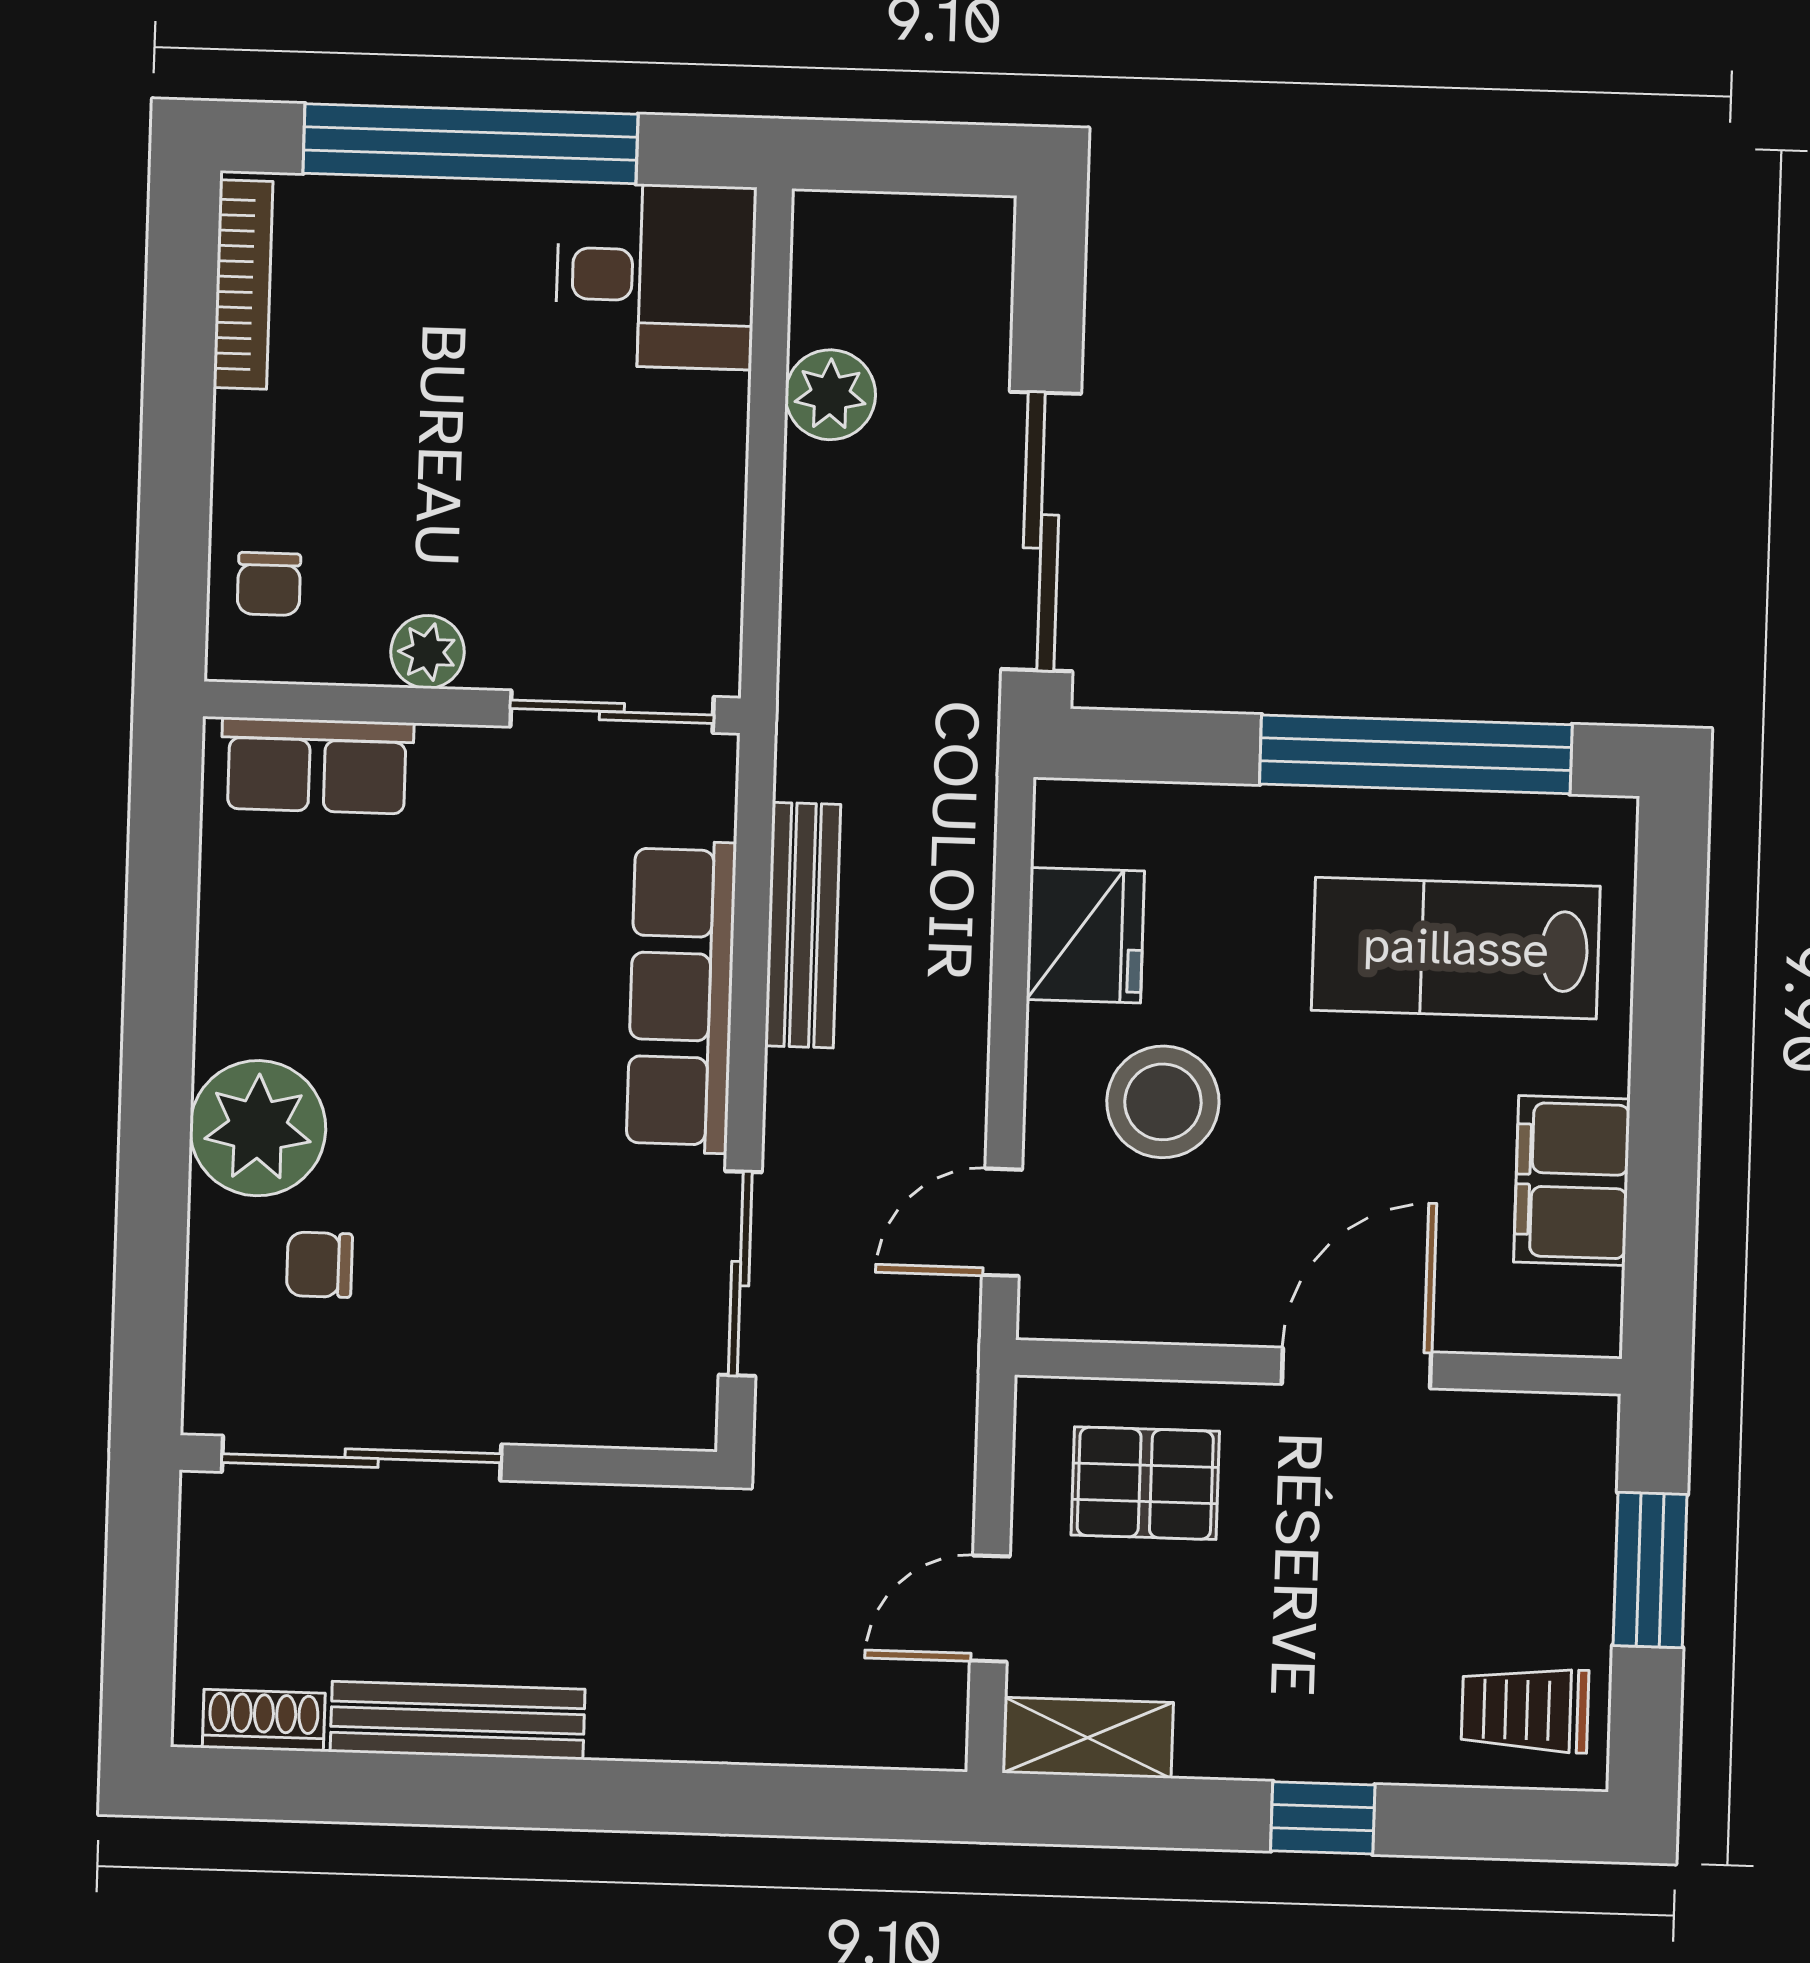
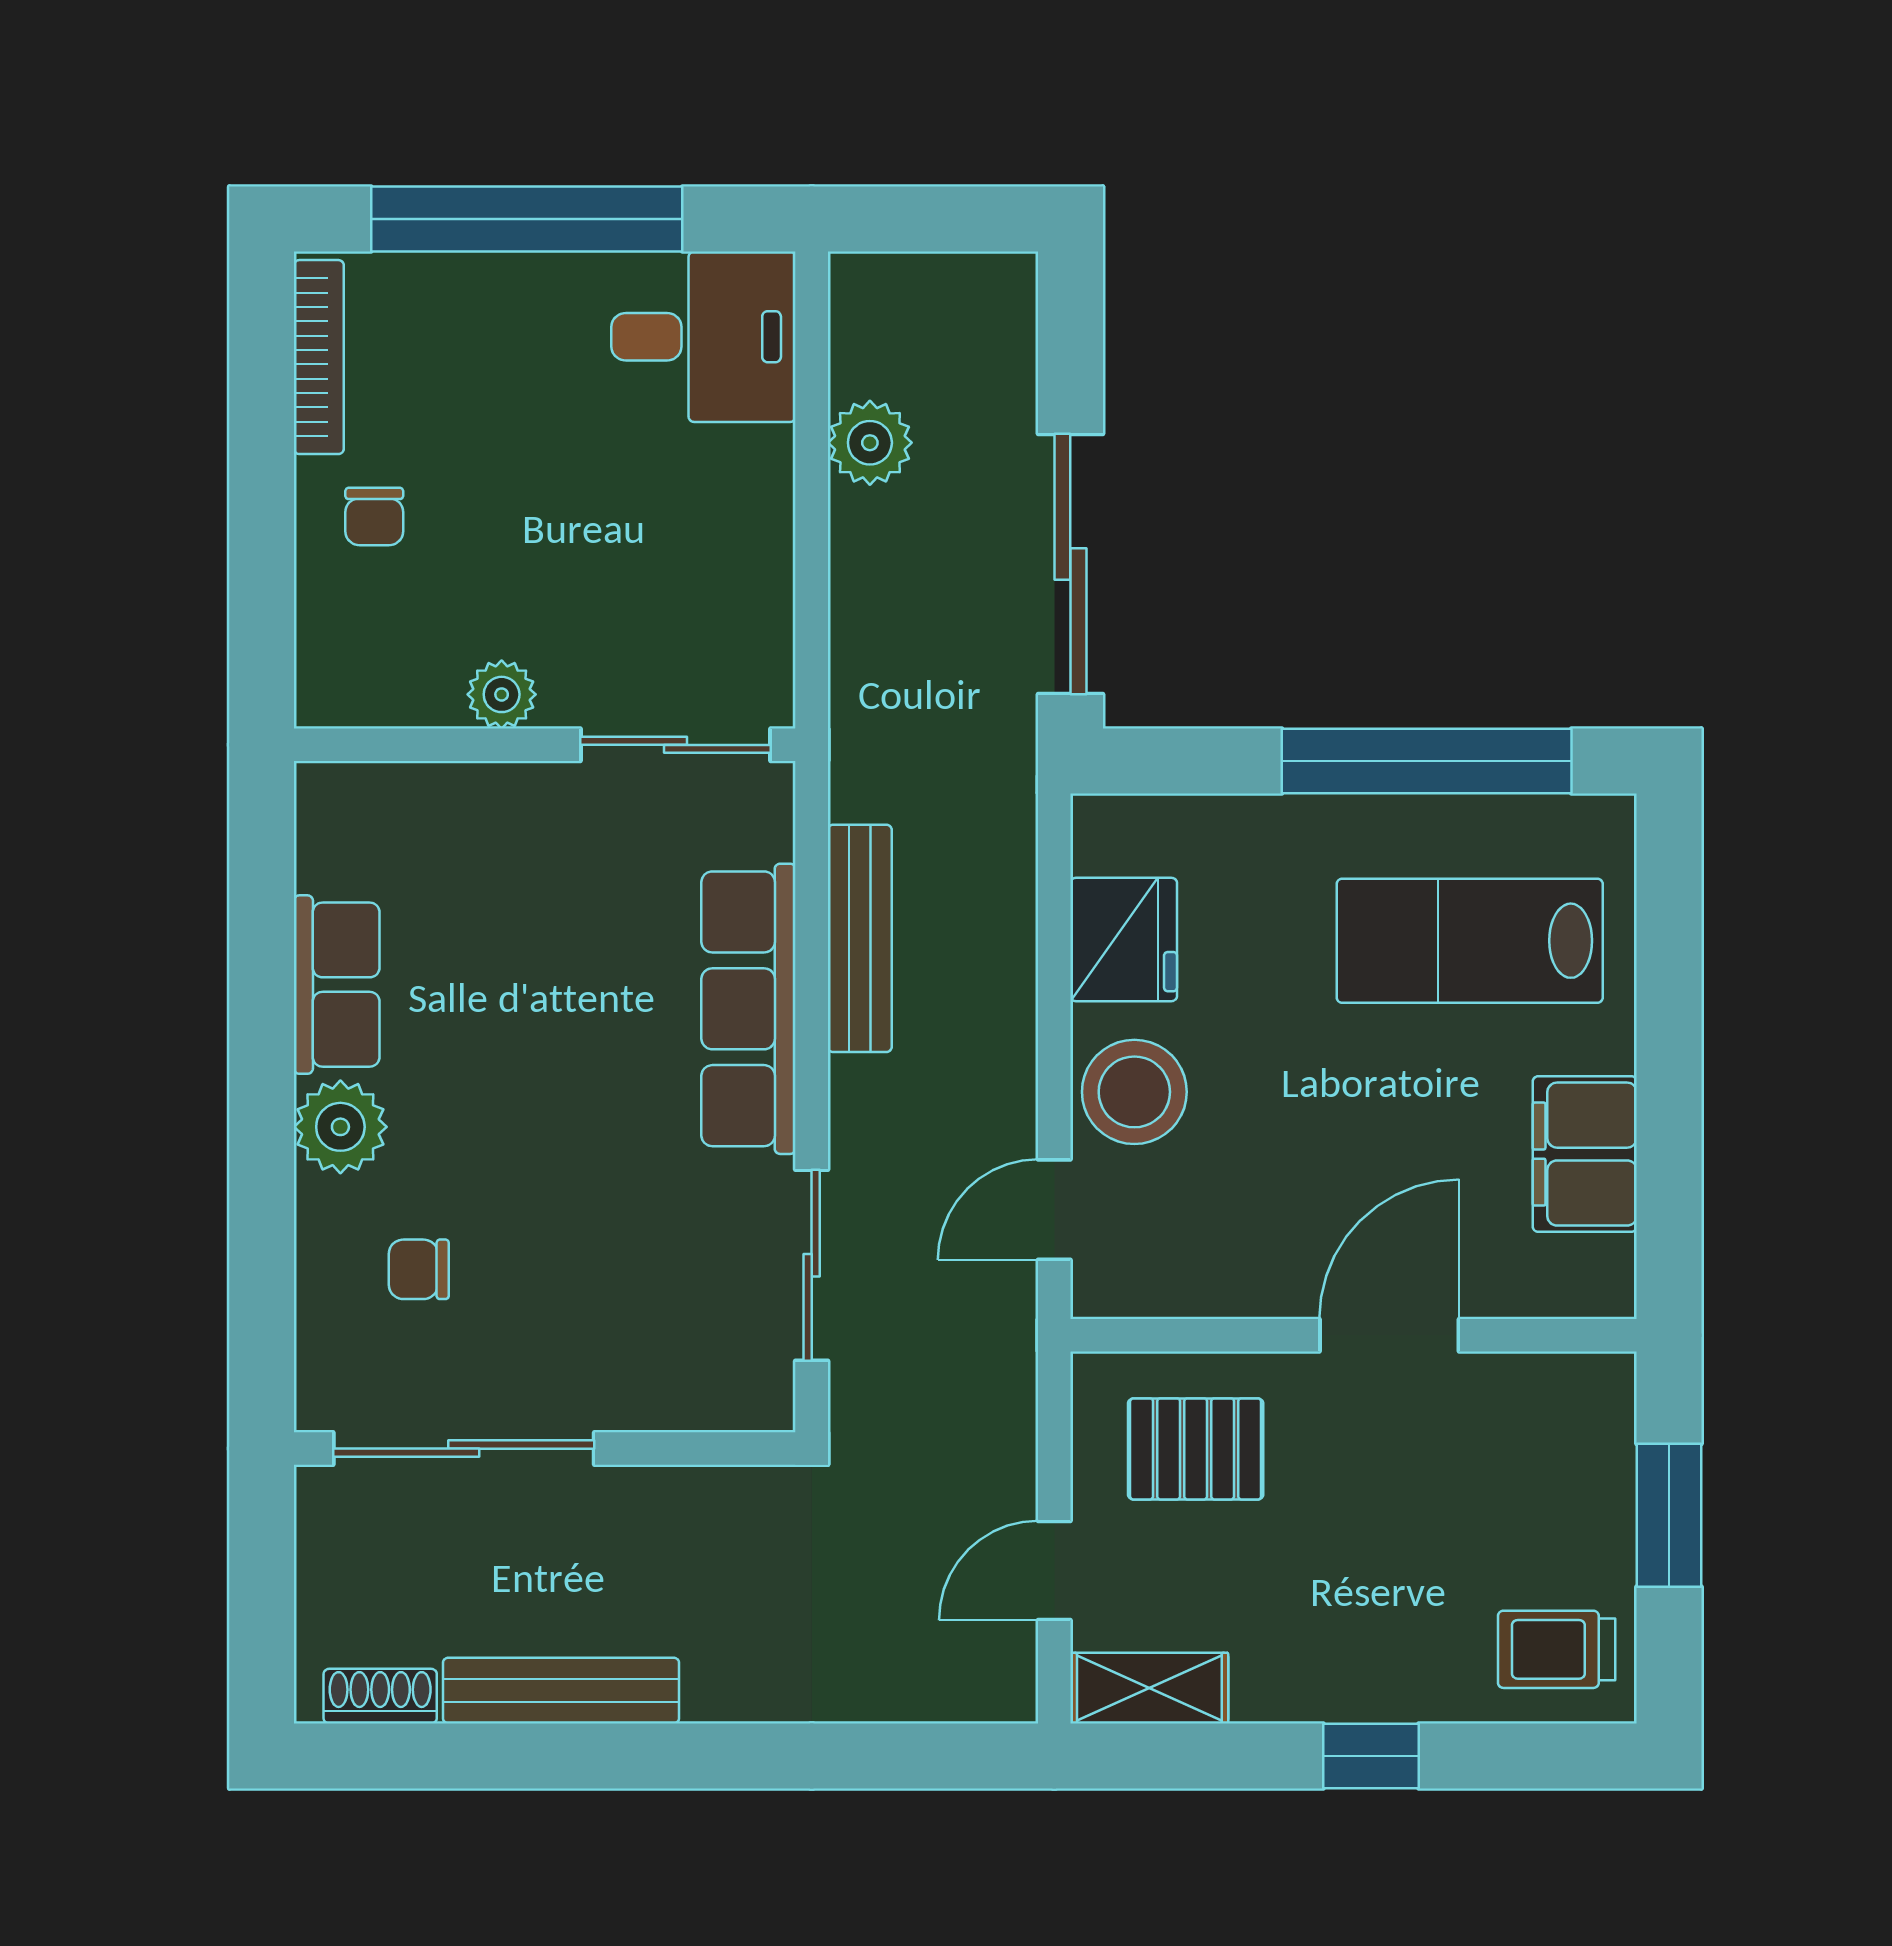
chair: (269, 584) -> (374, 517), moved
row of seats: (317, 766) -> (337, 985), moved, turned -90
stool: (1163, 1102) -> (1134, 1092), moved
plant: (258, 1128) -> (340, 1127), width x0.73, depth x0.73

